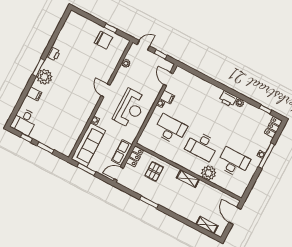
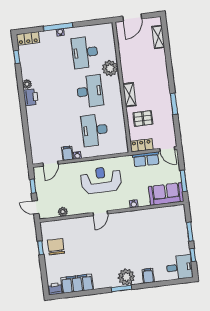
filing cabinet: (65, 37) -> (77, 284), added
printer: (54, 54) -> (55, 289), moved
sofa: (88, 145) -> (166, 194), width x0.73
shelving: (188, 179) -> (129, 95), moved

